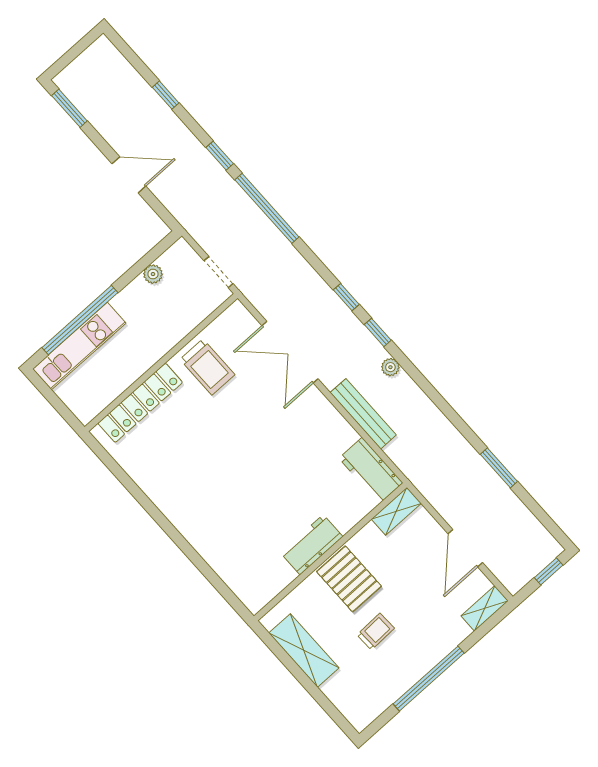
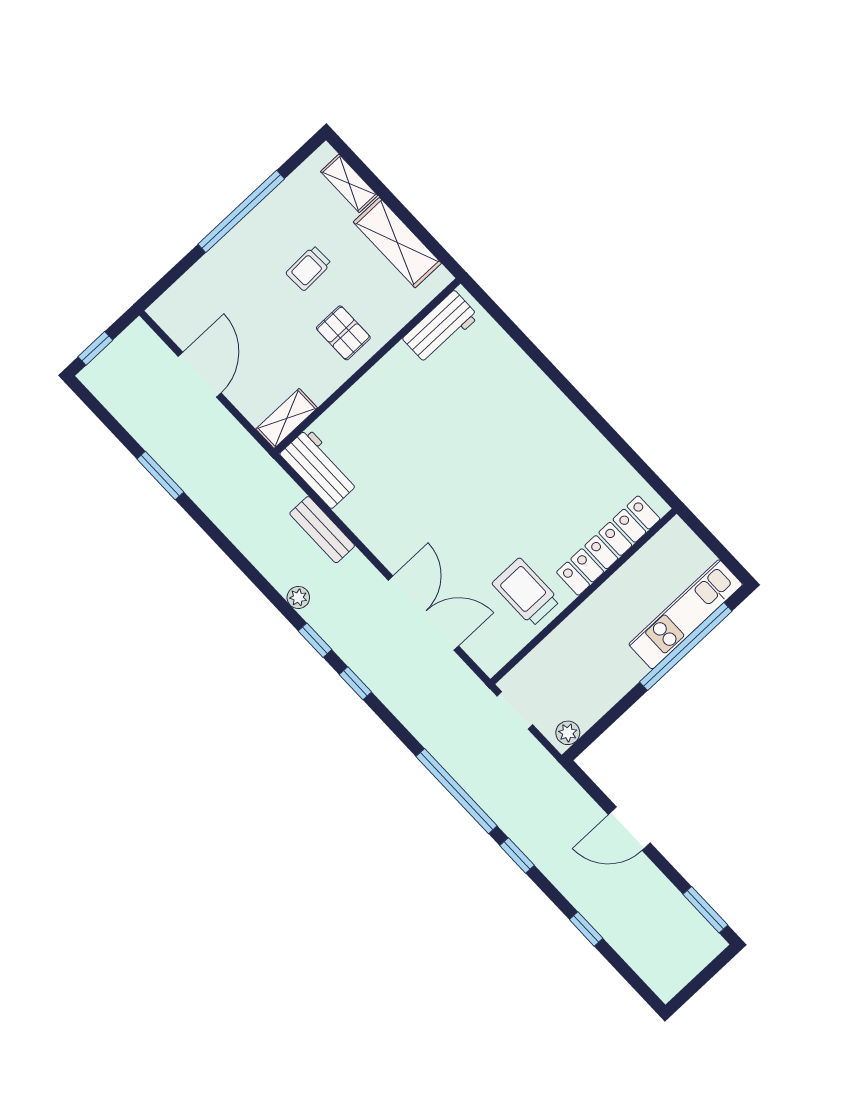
plant: (153, 274) -> (568, 733), moved
bench: (363, 414) -> (322, 530), width x0.73
workbench: (312, 545) -> (441, 327), moved
pallet: (349, 579) -> (343, 333), width x0.67, depth x0.71
shelving: (485, 608) -> (349, 183), moved, turned 90

